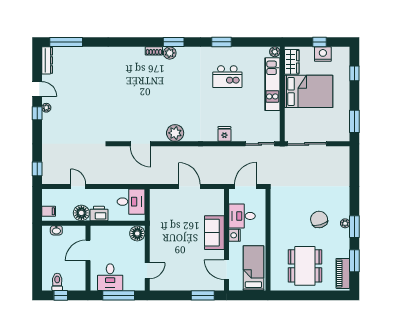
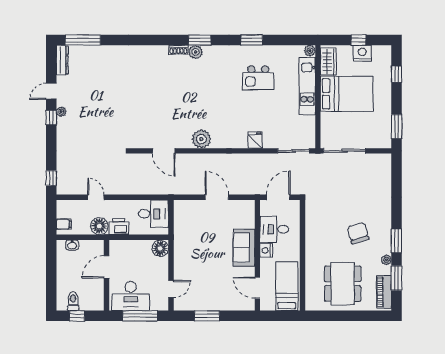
door: (37, 89) -> (51, 91), swing flipped
plant: (345, 223) -> (386, 260), moved
desk: (110, 277) -> (131, 296), width x1.37
window: (203, 295) -> (207, 316), moved

